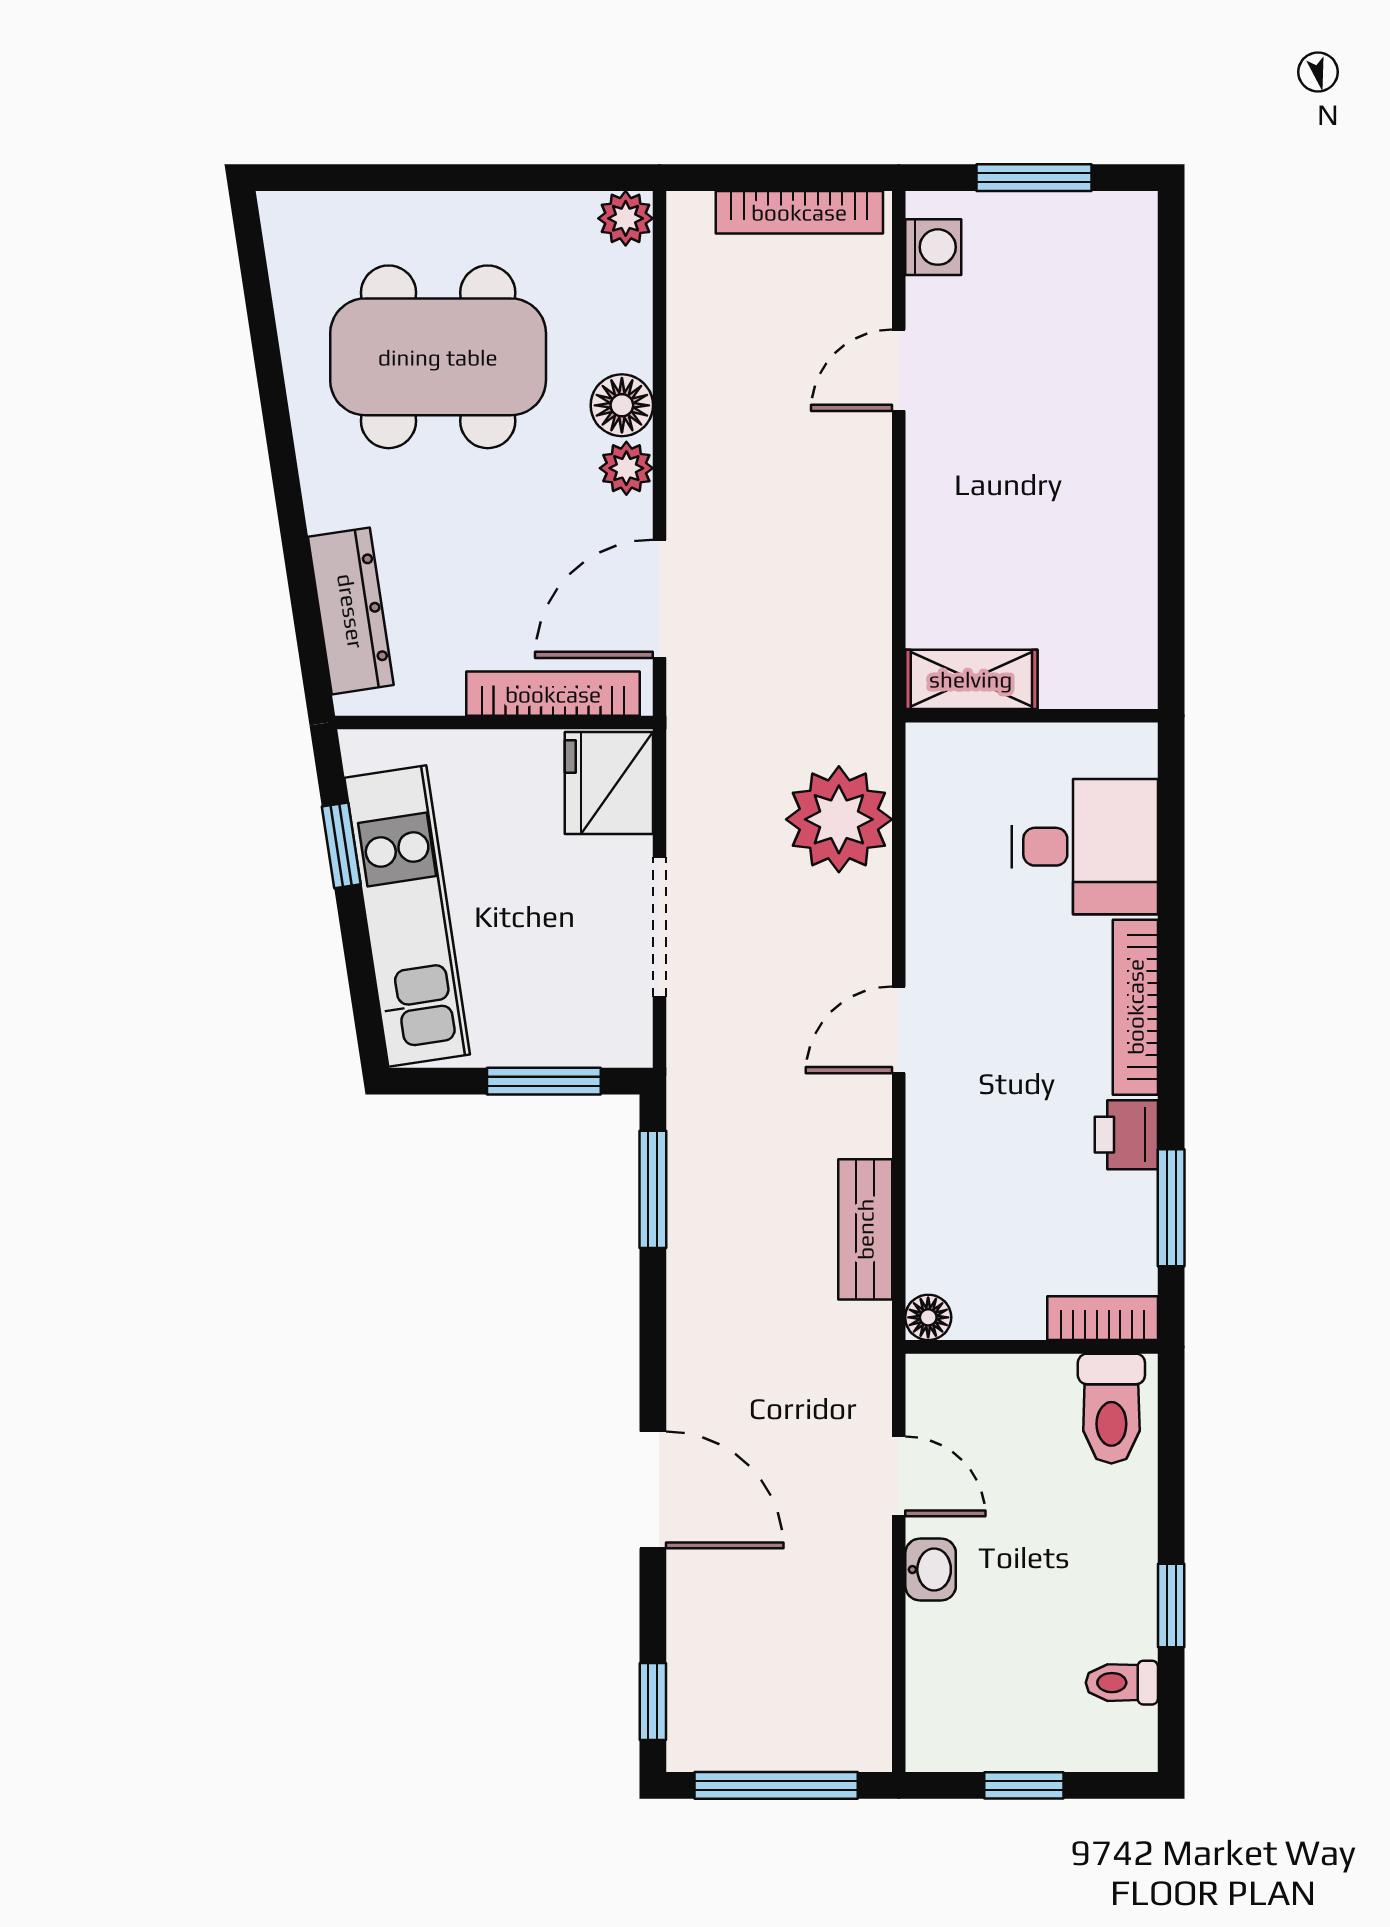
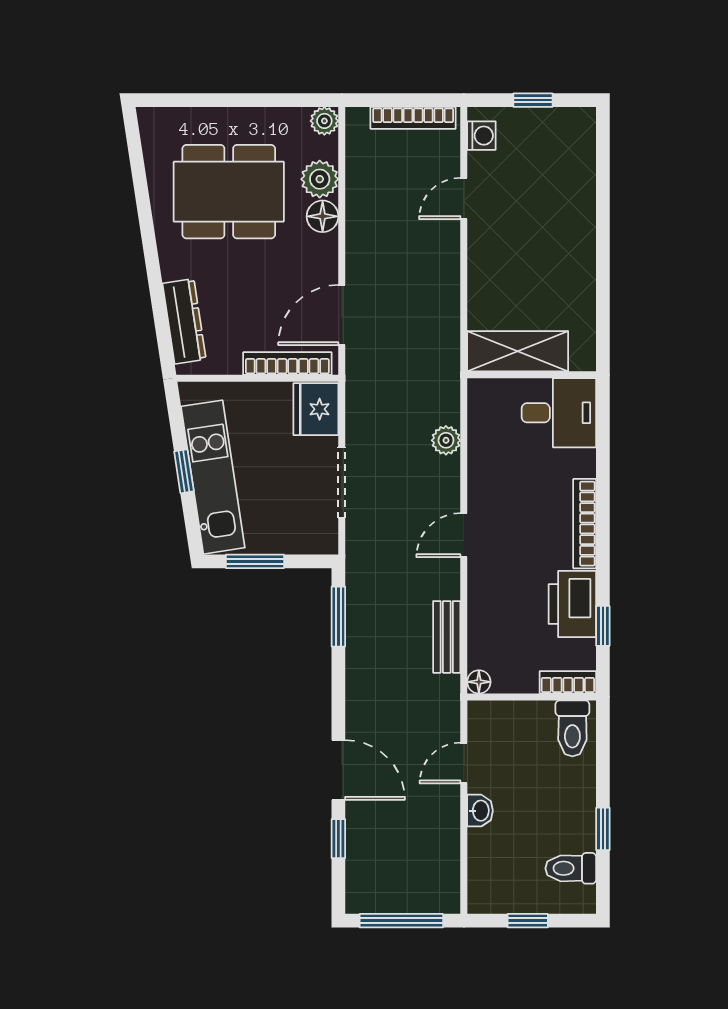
window: (1034, 178) -> (533, 100), width x0.67
plant: (626, 468) -> (320, 179), moved, width x1.38, depth x1.38
shelving: (971, 679) -> (518, 351), width x1.50, depth x1.33
plant: (839, 819) -> (446, 440), width x0.53, depth x0.53
window: (341, 845) -> (184, 471), moved
desk: (1085, 847) -> (559, 413), moved
window: (544, 1081) -> (255, 561), moved
printer: (1126, 1135) -> (572, 604), width x1.87, depth x1.48
window: (1171, 1208) -> (603, 626), width x0.67
door: (899, 1476) -> (464, 763), swing flipped
toilet: (1122, 1683) -> (571, 868), width x1.37, depth x1.39
window: (653, 1701) -> (338, 839), moved

